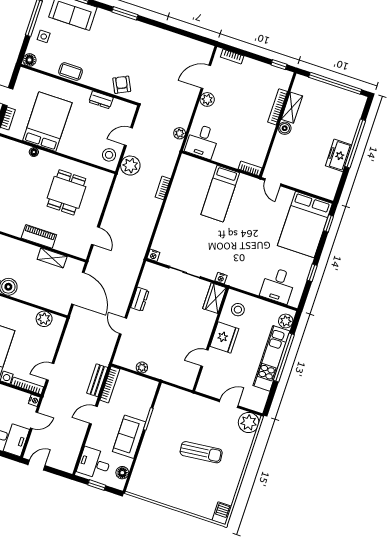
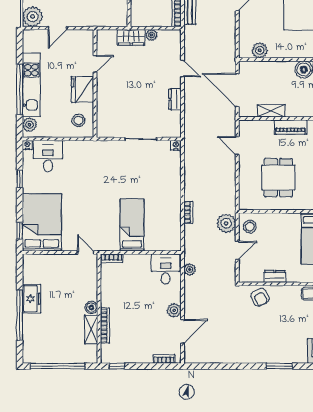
nightstand: (221, 278) -> (27, 145), moved
wardrobe: (215, 298) -> (131, 37), moved, turned 90

